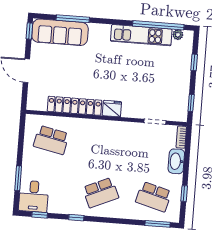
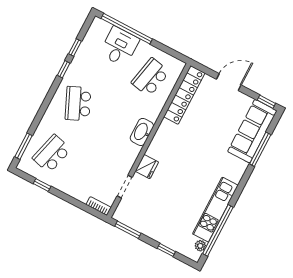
window: (191, 103) -> (128, 230), width x1.50
locker: (75, 106) -> (184, 95), moved
fridge: (112, 109) -> (147, 167), moved
washbasin: (176, 161) -> (142, 132), moved, turned -90
window: (18, 178) -> (127, 29), width x2.11
desk: (34, 196) -> (119, 46), moved, turned 90
window: (40, 215) -> (75, 48), moved

